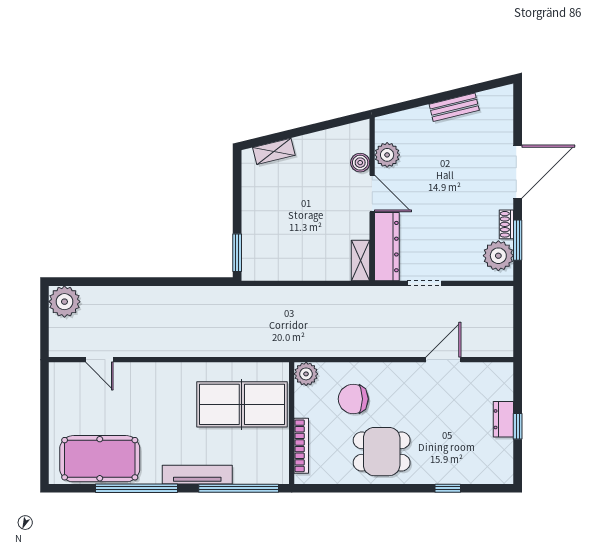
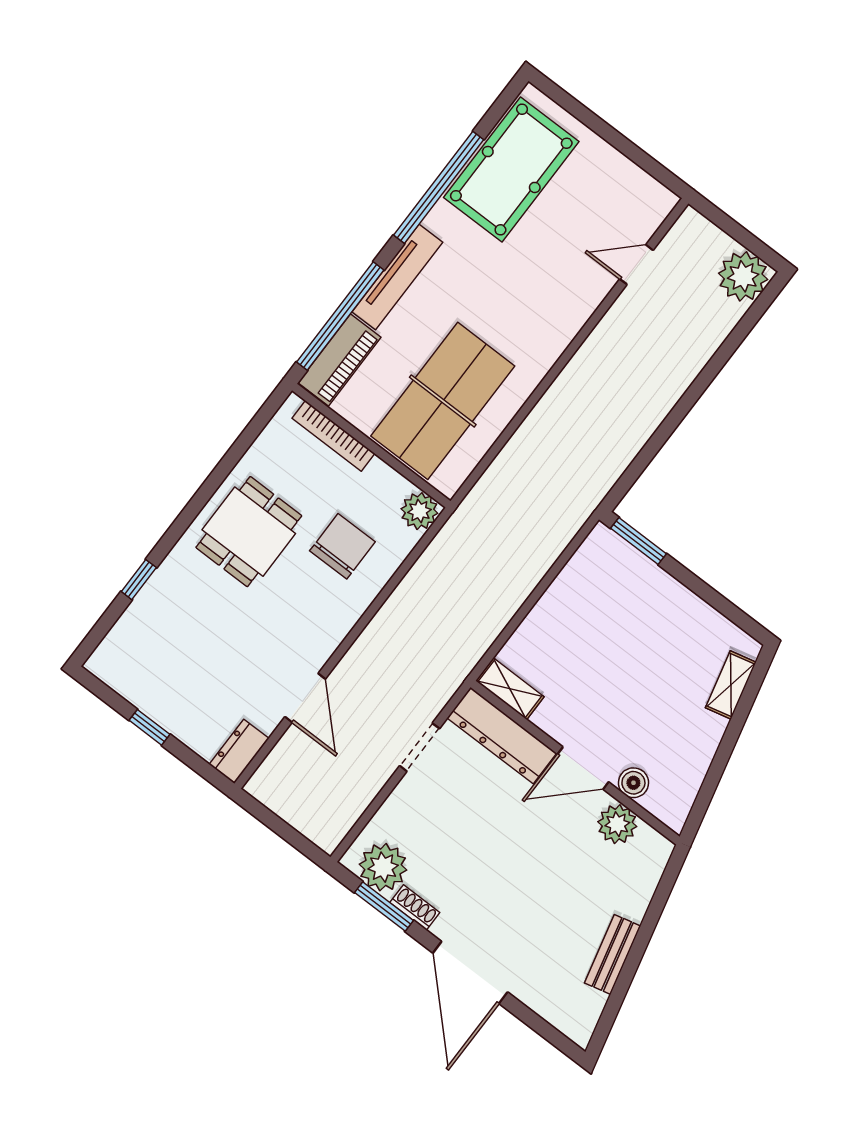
dresser: (503, 419) -> (239, 751), moved, turned -90
piano: (261, 472) -> (339, 360), added

